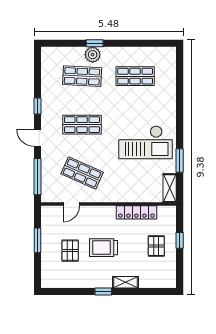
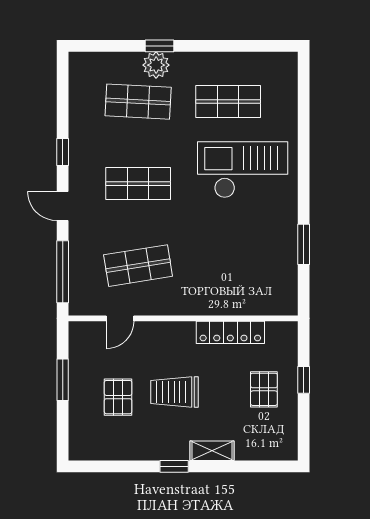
checkout: (146, 142) -> (243, 170), moved, turned 180
shop shelf: (82, 173) -> (138, 266), turned -33
shelving: (170, 188) -> (287, 291), removed

